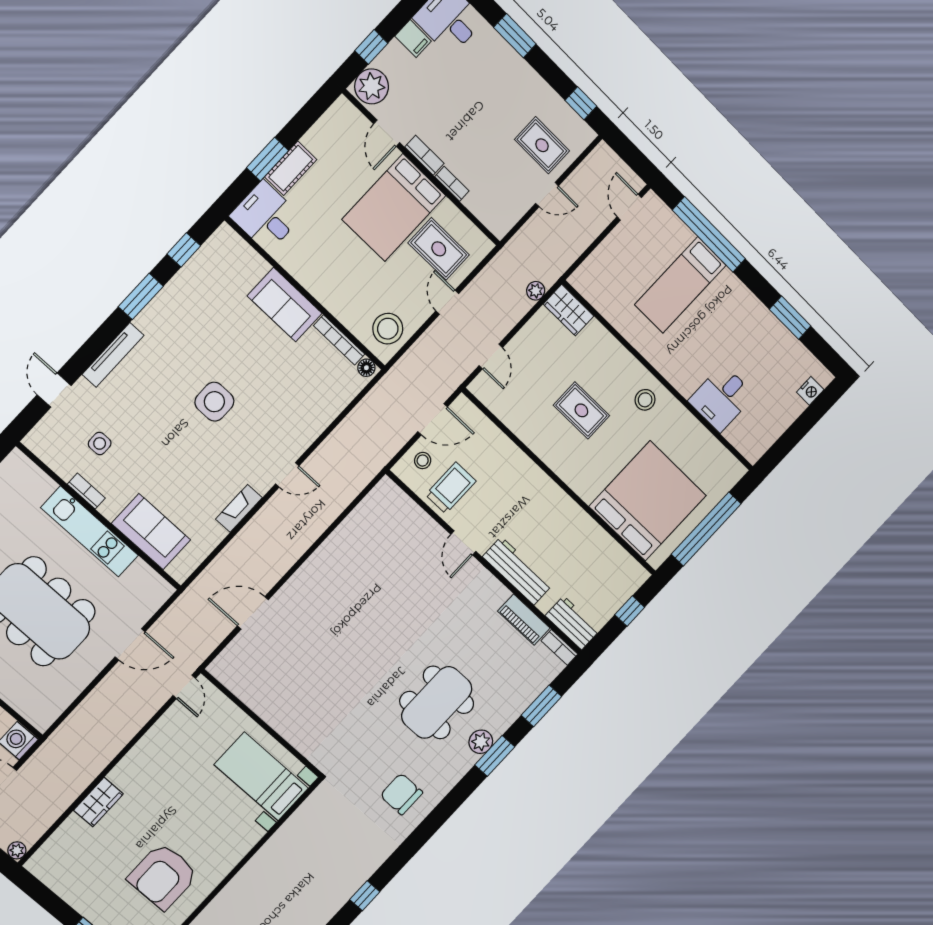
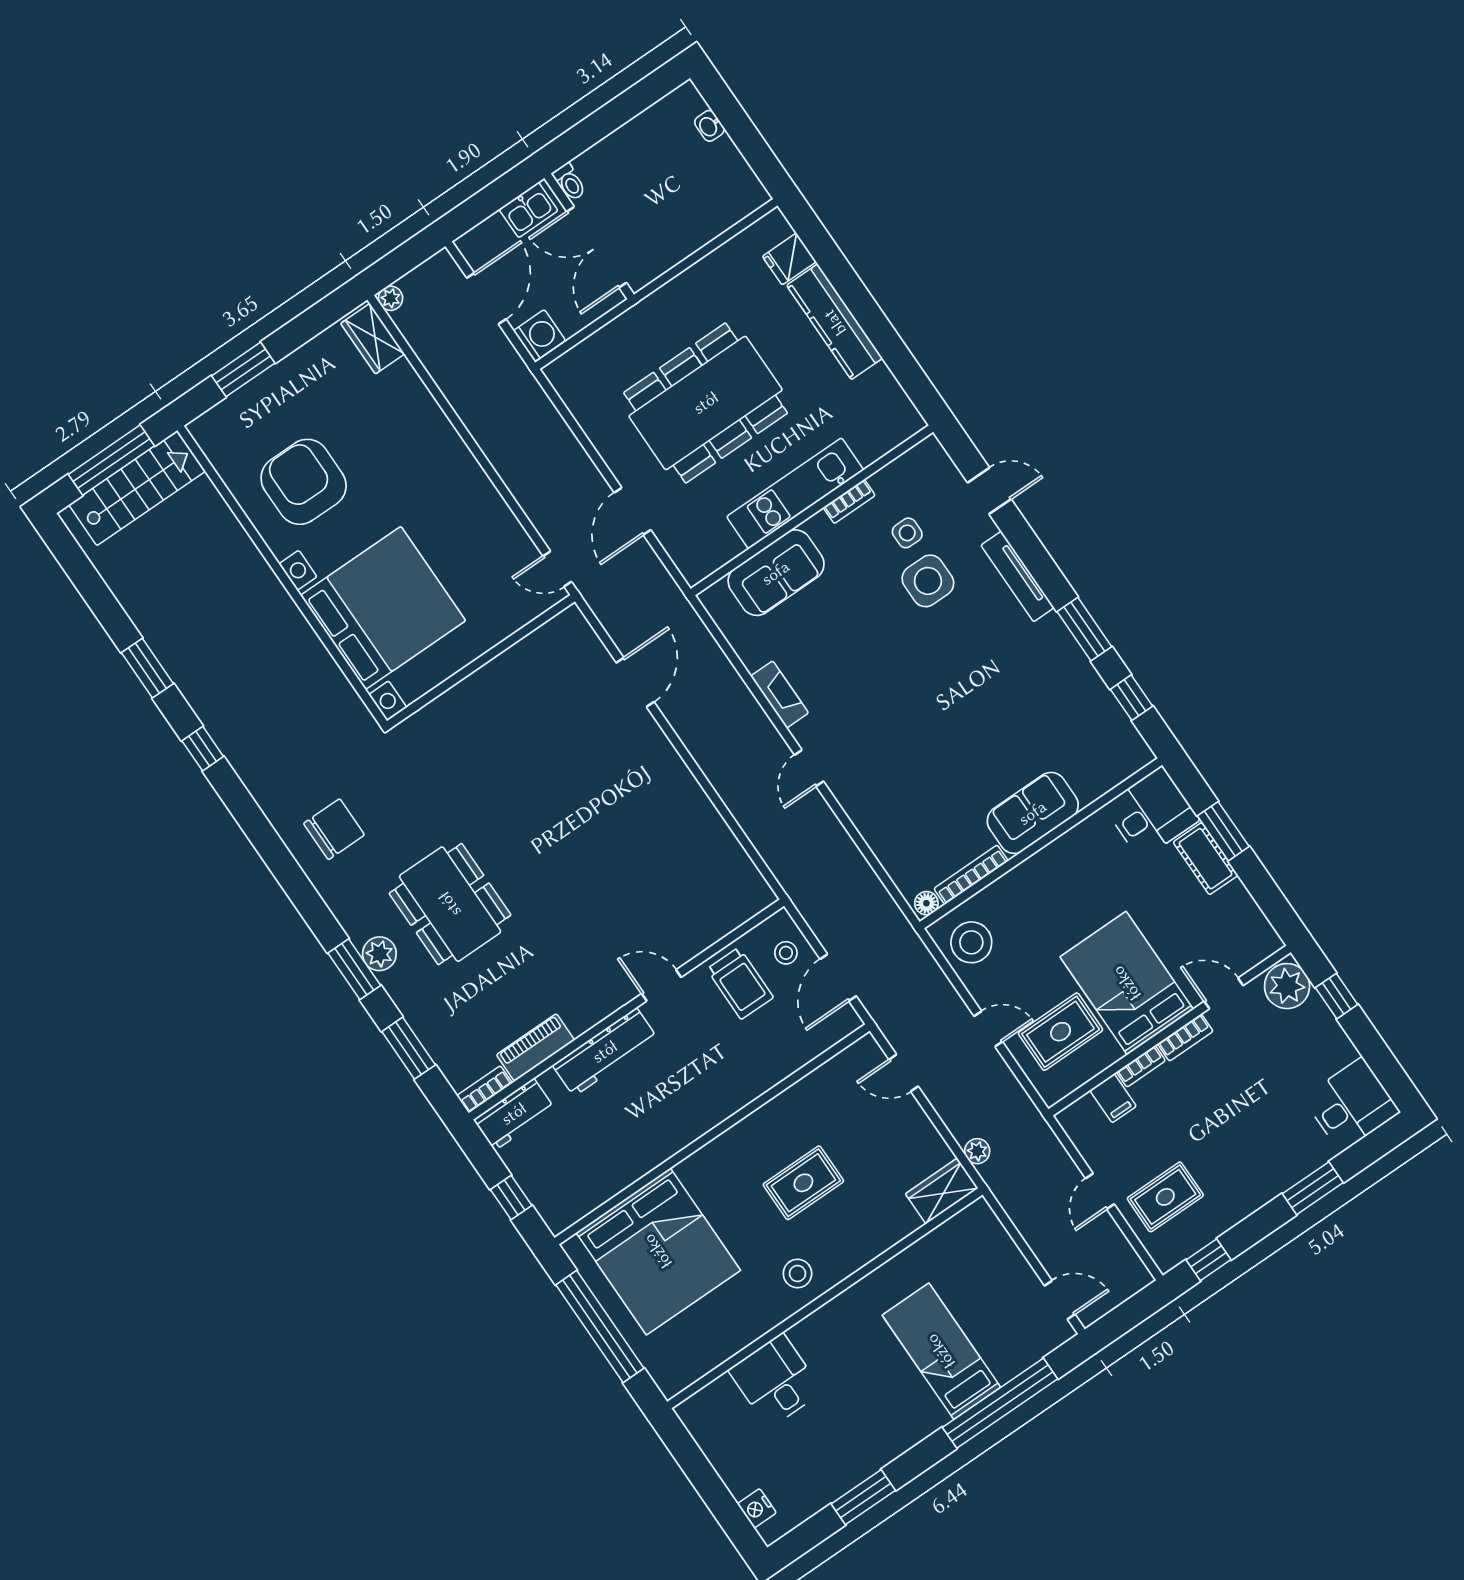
filing cabinet: (413, 39) -> (1113, 1098), moved, turned -90
side table: (214, 402) -> (928, 581), moved
bed with nightstands: (261, 776) -> (383, 608), width x1.85
wardrobe: (98, 802) -> (373, 339), moved

